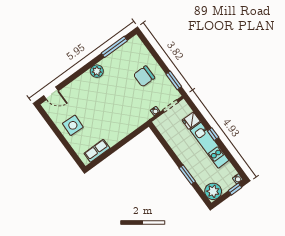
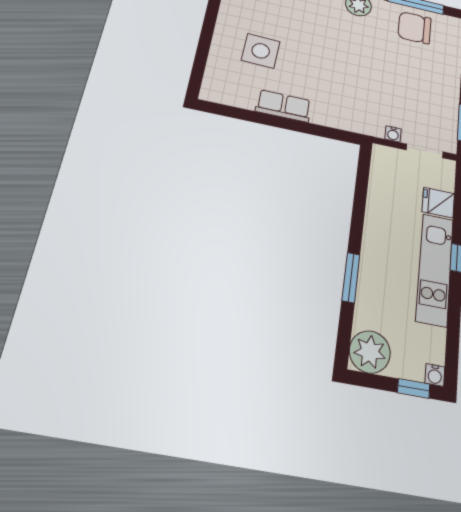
chair: (144, 76) -> (415, 28), moved
side table: (73, 125) -> (261, 51), moved
row of seats: (97, 151) -> (284, 106), moved

